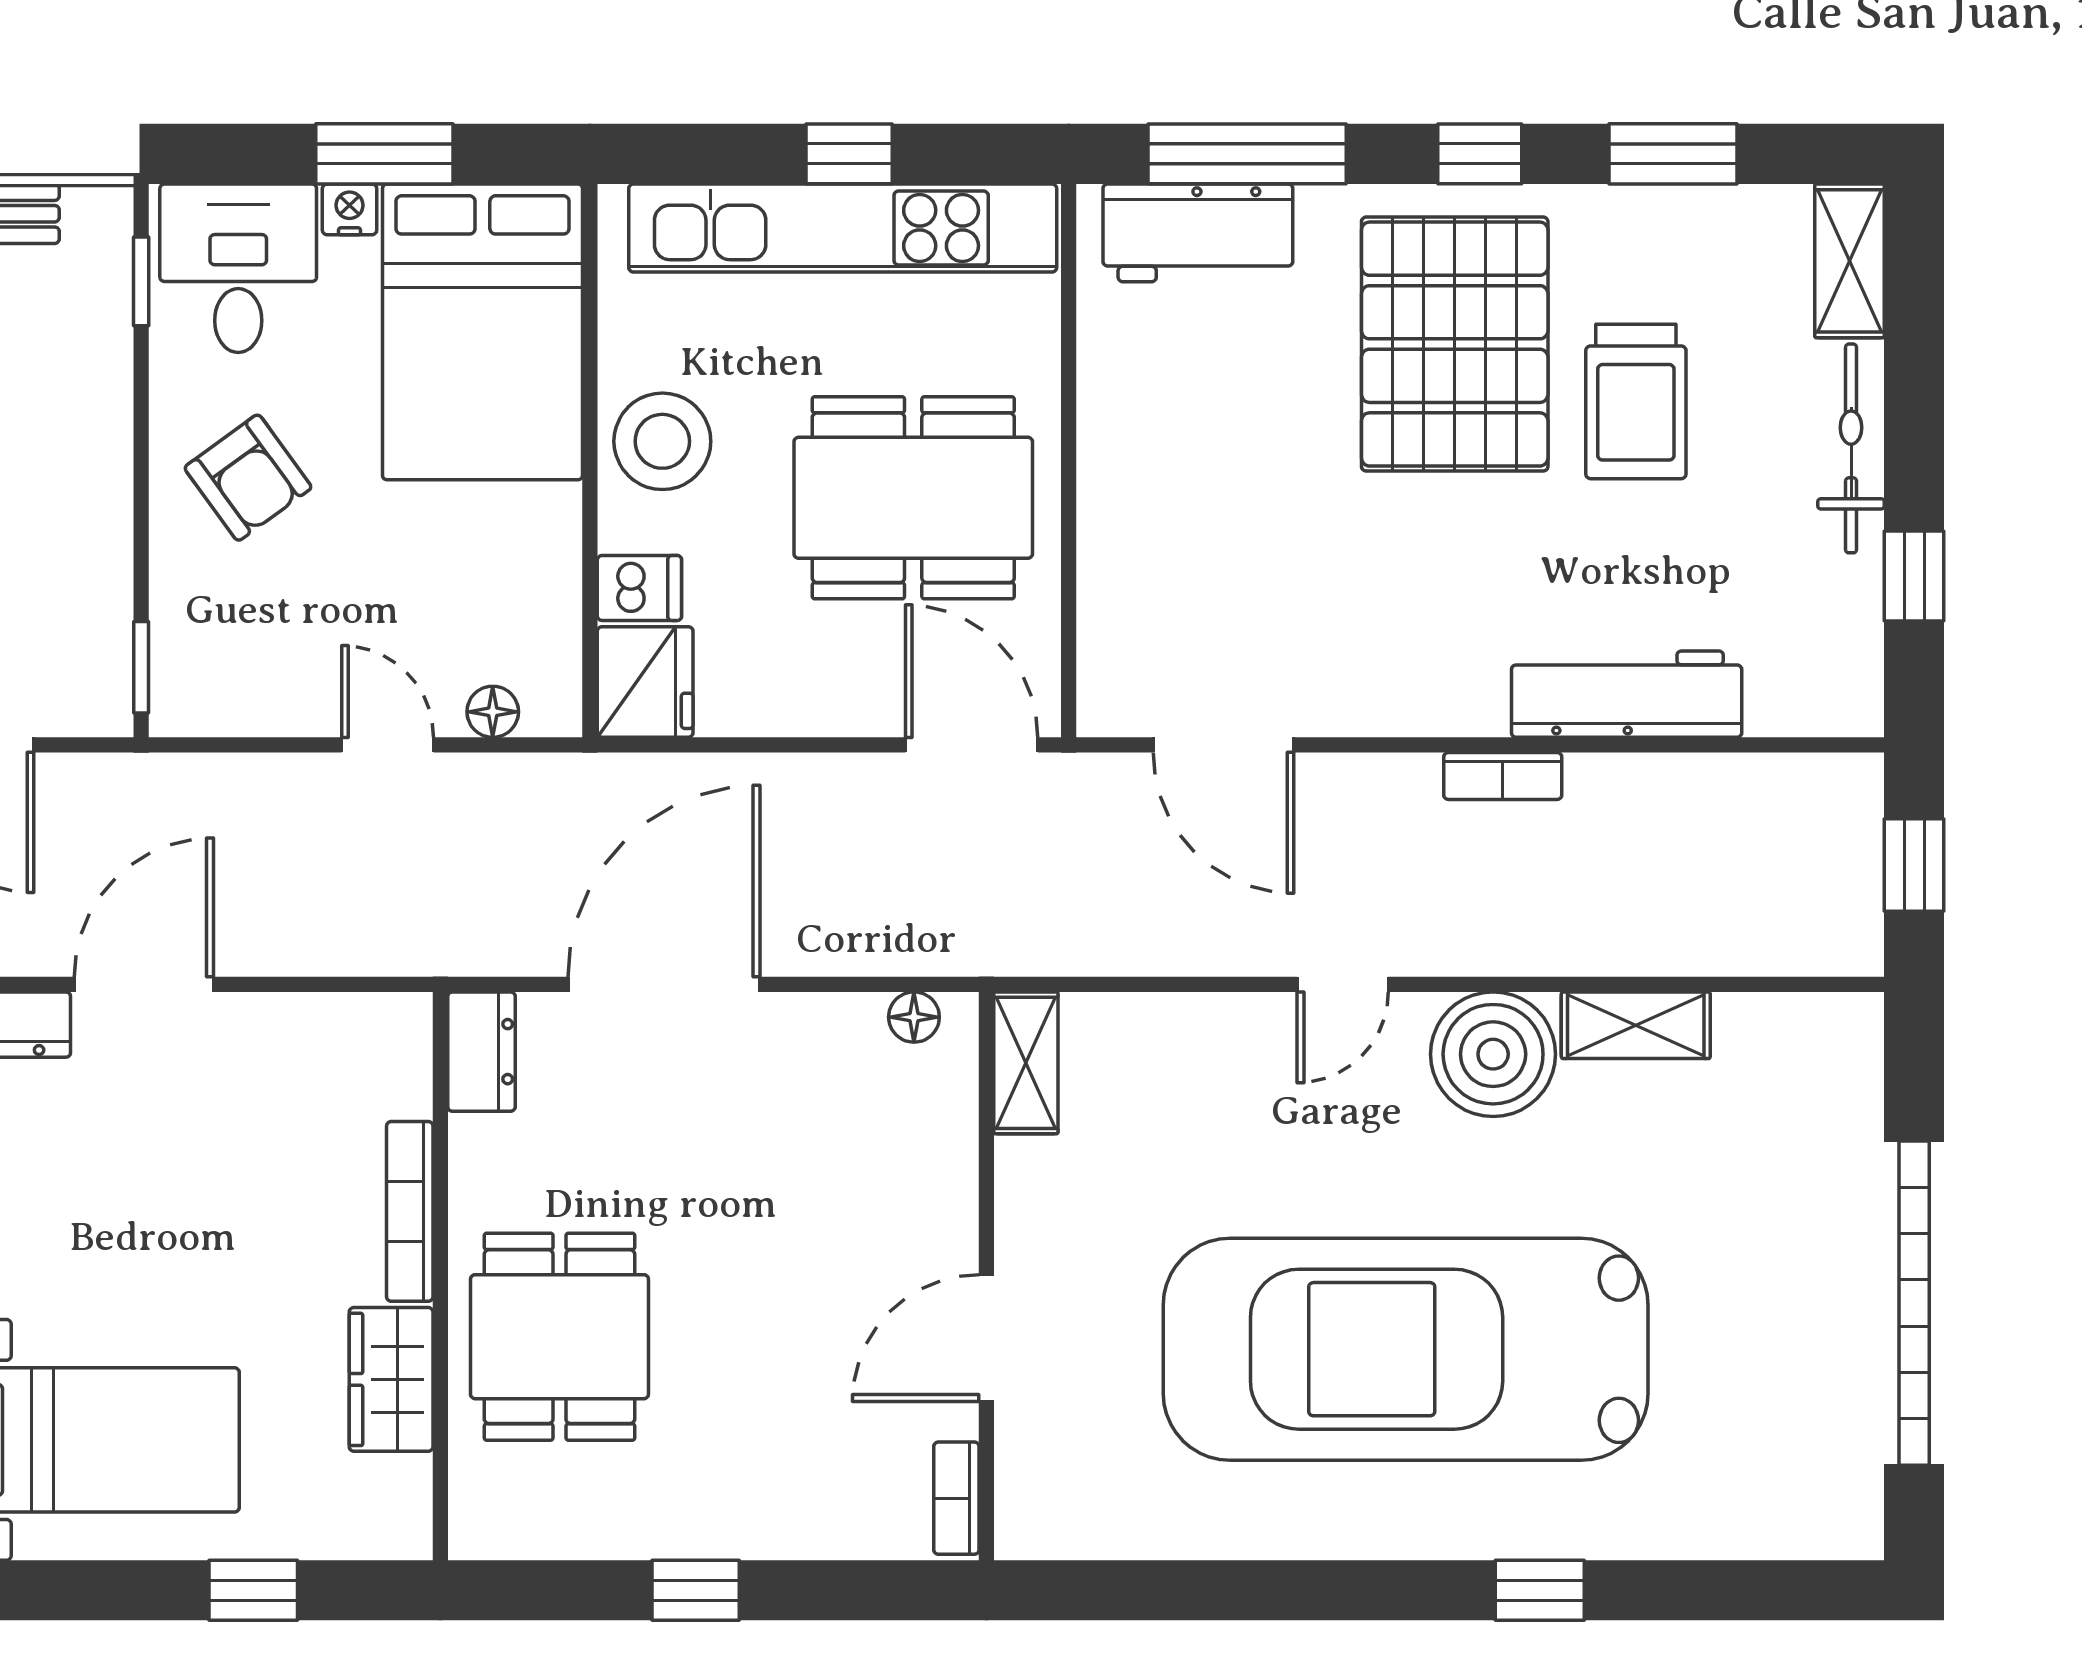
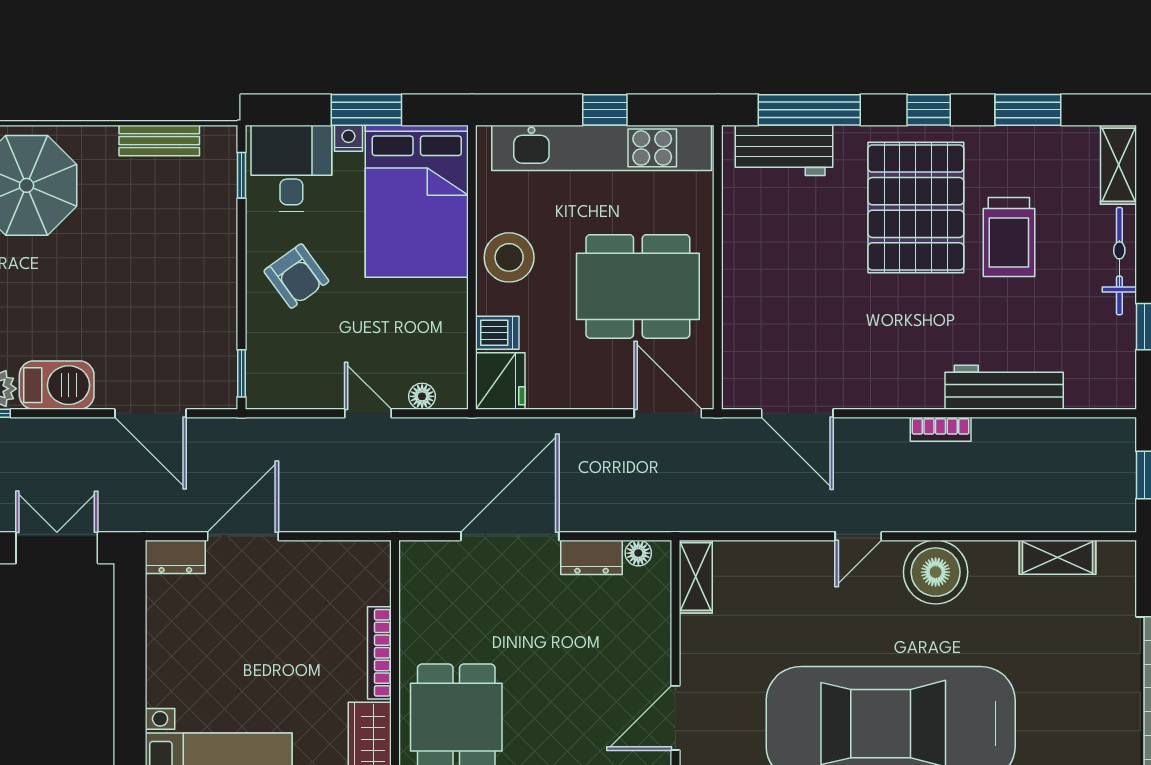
shelving: (1636, 1025) -> (1057, 557), moved
dresser: (481, 1052) -> (592, 557), moved, turned 90

